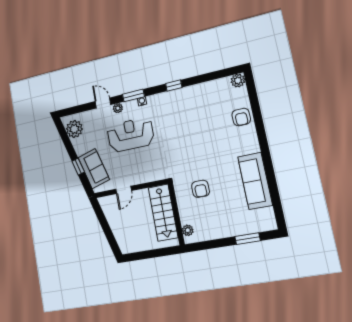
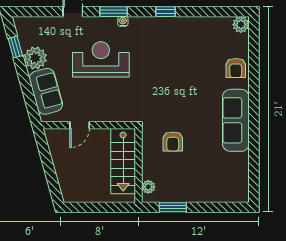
plant: (118, 108) -> (91, 23), removed
plant: (74, 129) -> (35, 58), moved
window: (78, 167) -> (15, 47), moved
sofa: (255, 181) -> (236, 120), moved
window: (248, 239) -> (173, 207), moved

